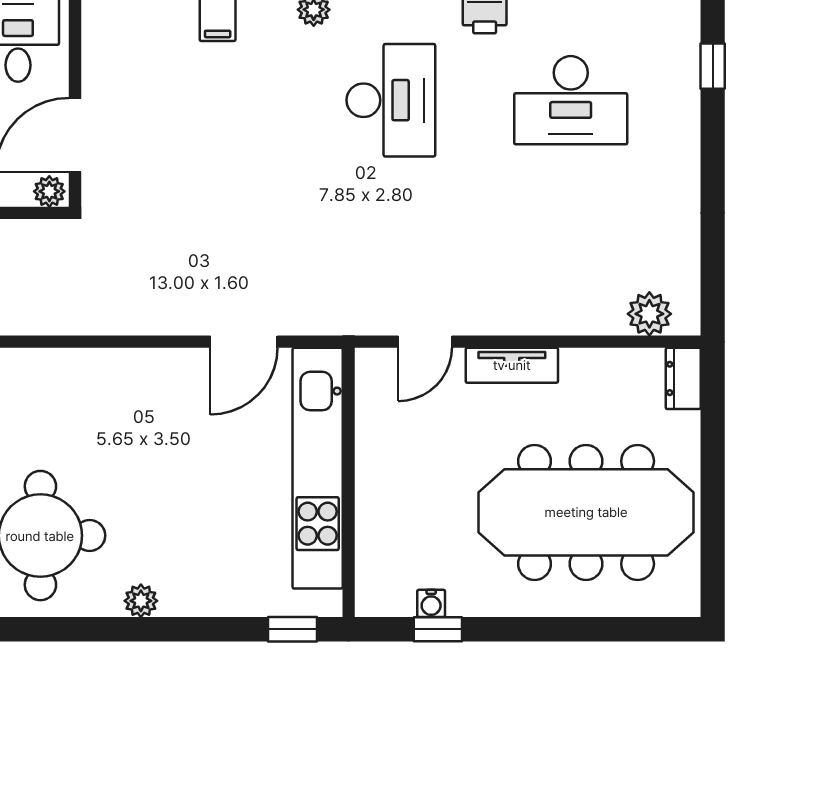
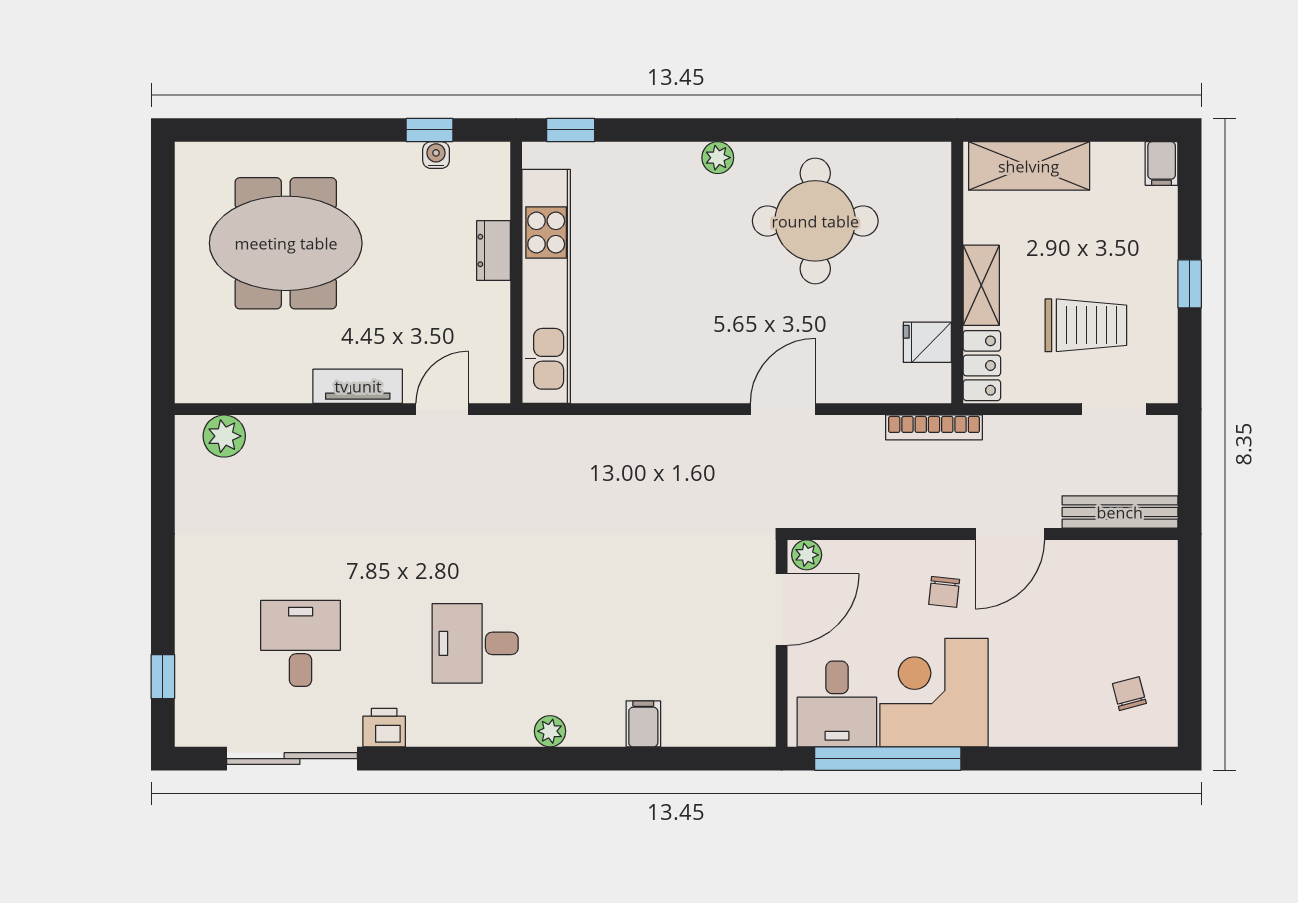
desk: (391, 100) -> (475, 643), width x0.73
desk: (571, 100) -> (301, 643), width x0.73
door: (244, 342) -> (783, 409), moved
dresser: (683, 378) -> (493, 250), moved, turned 180
meeting table: (586, 512) -> (286, 243), width x0.73

